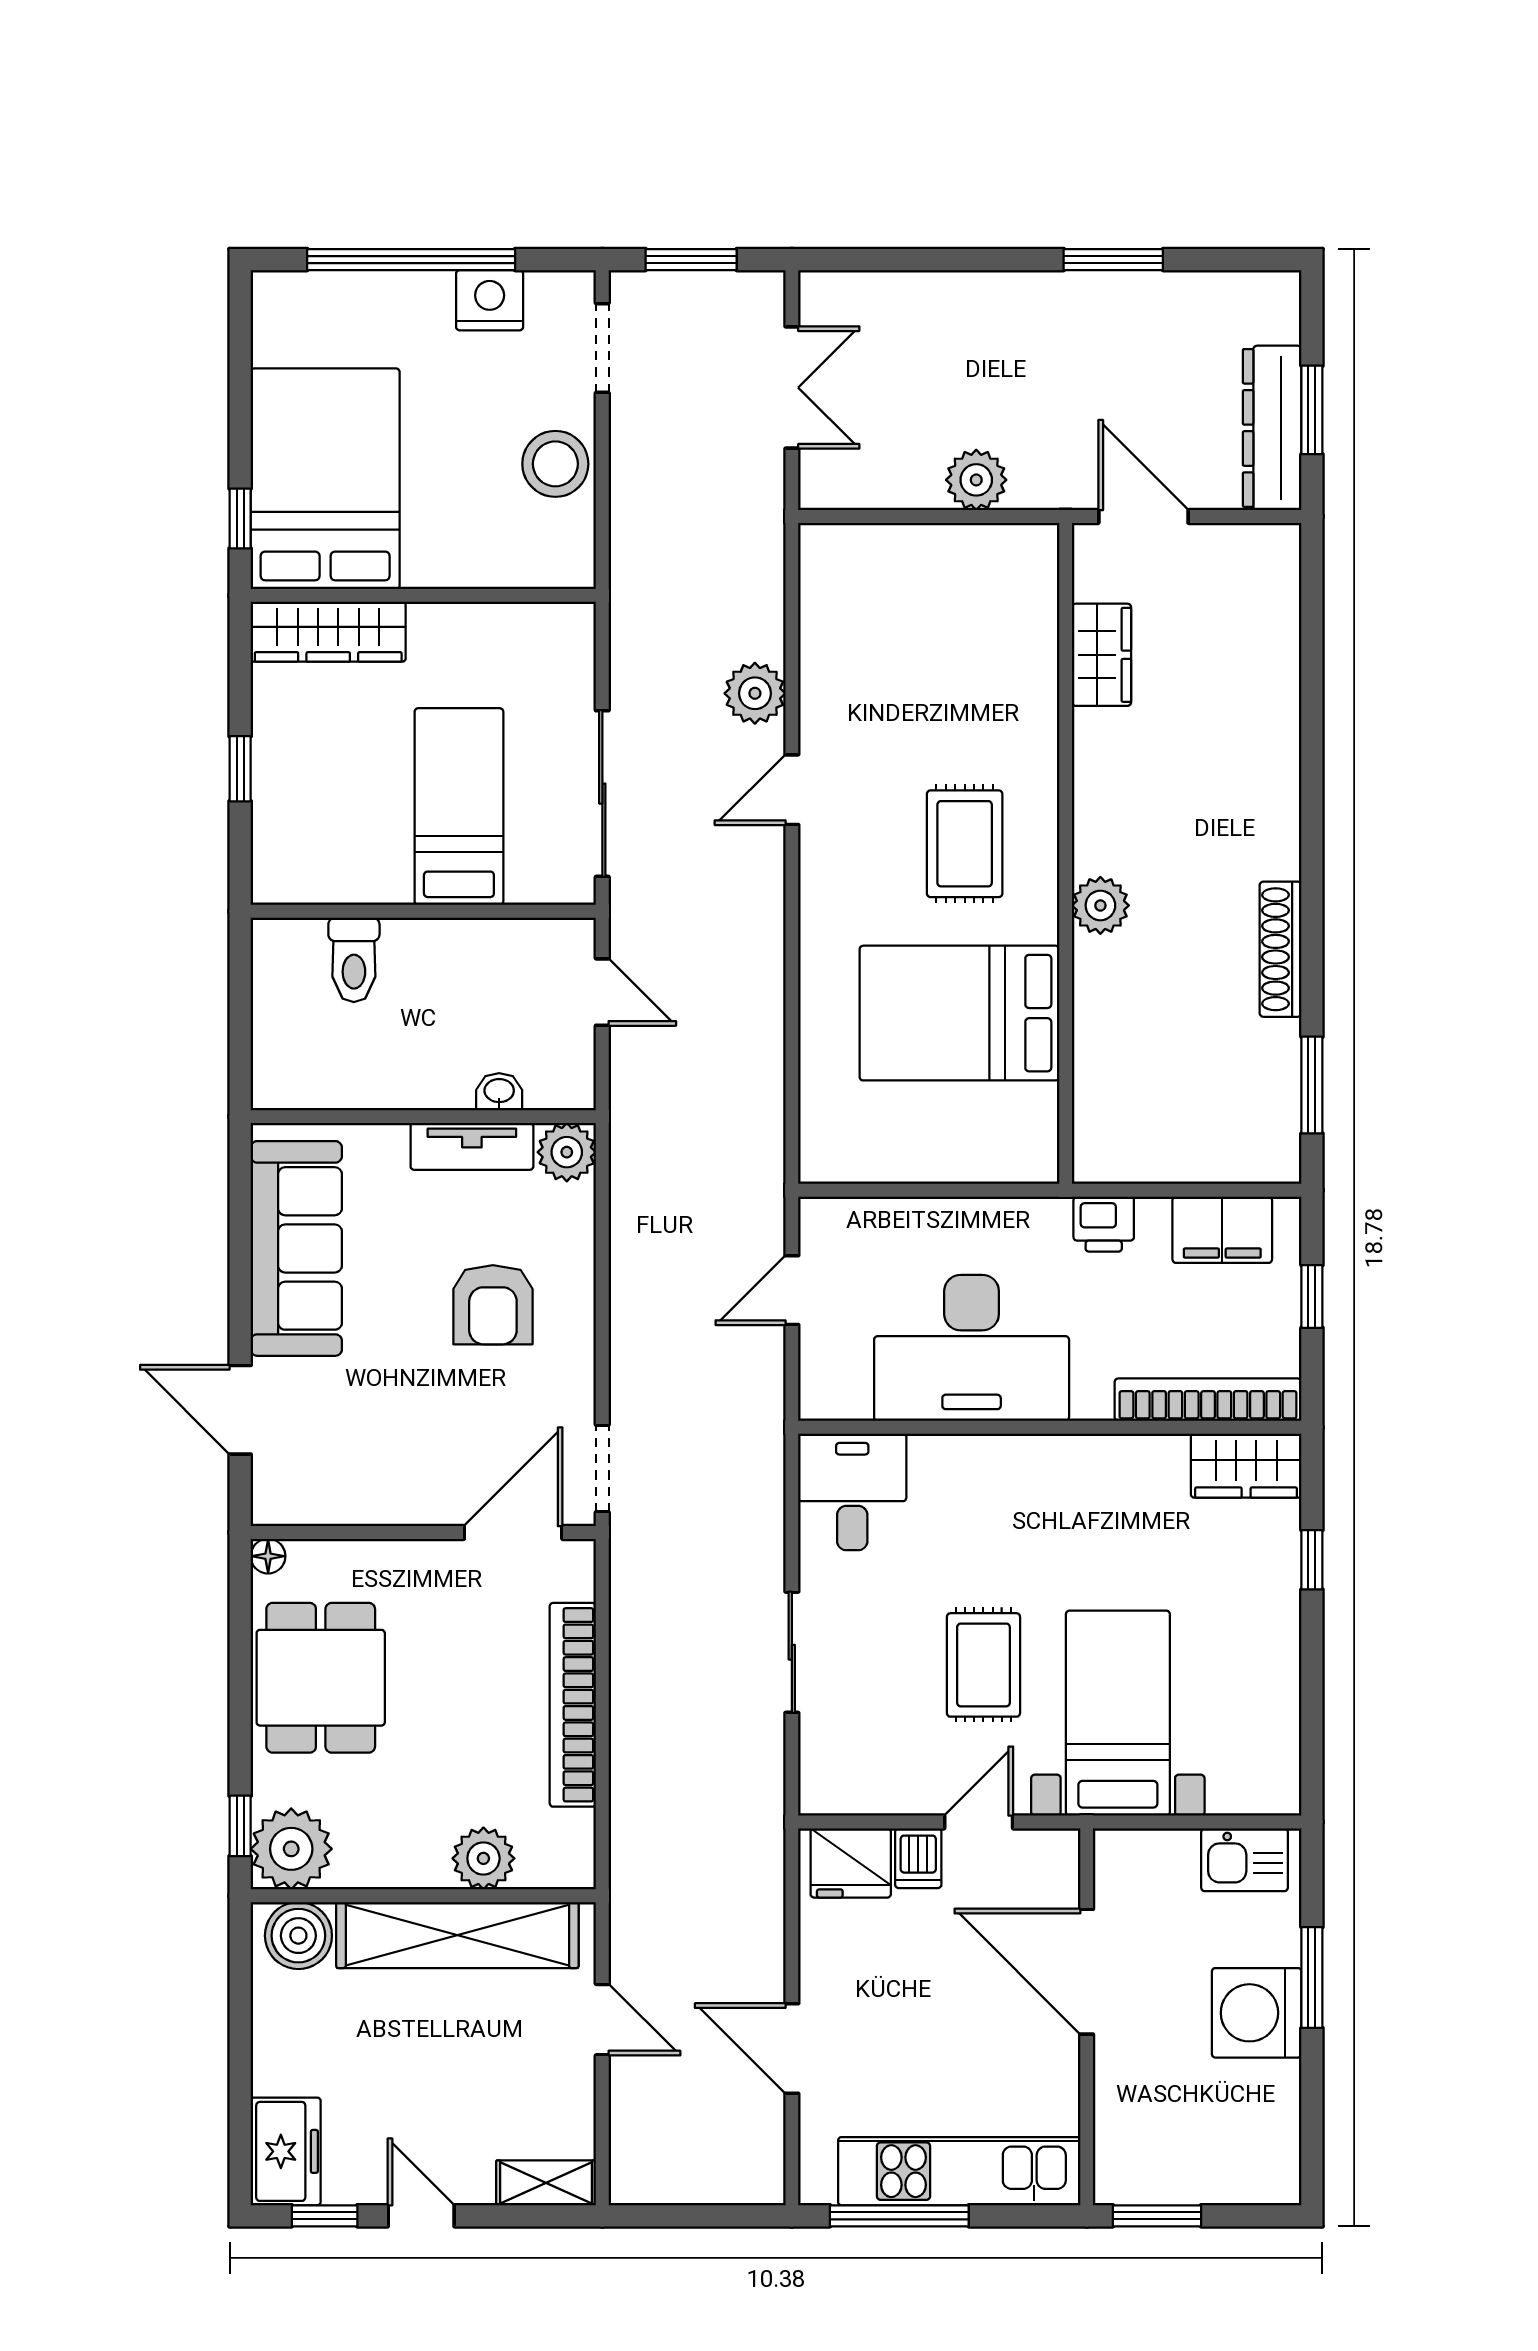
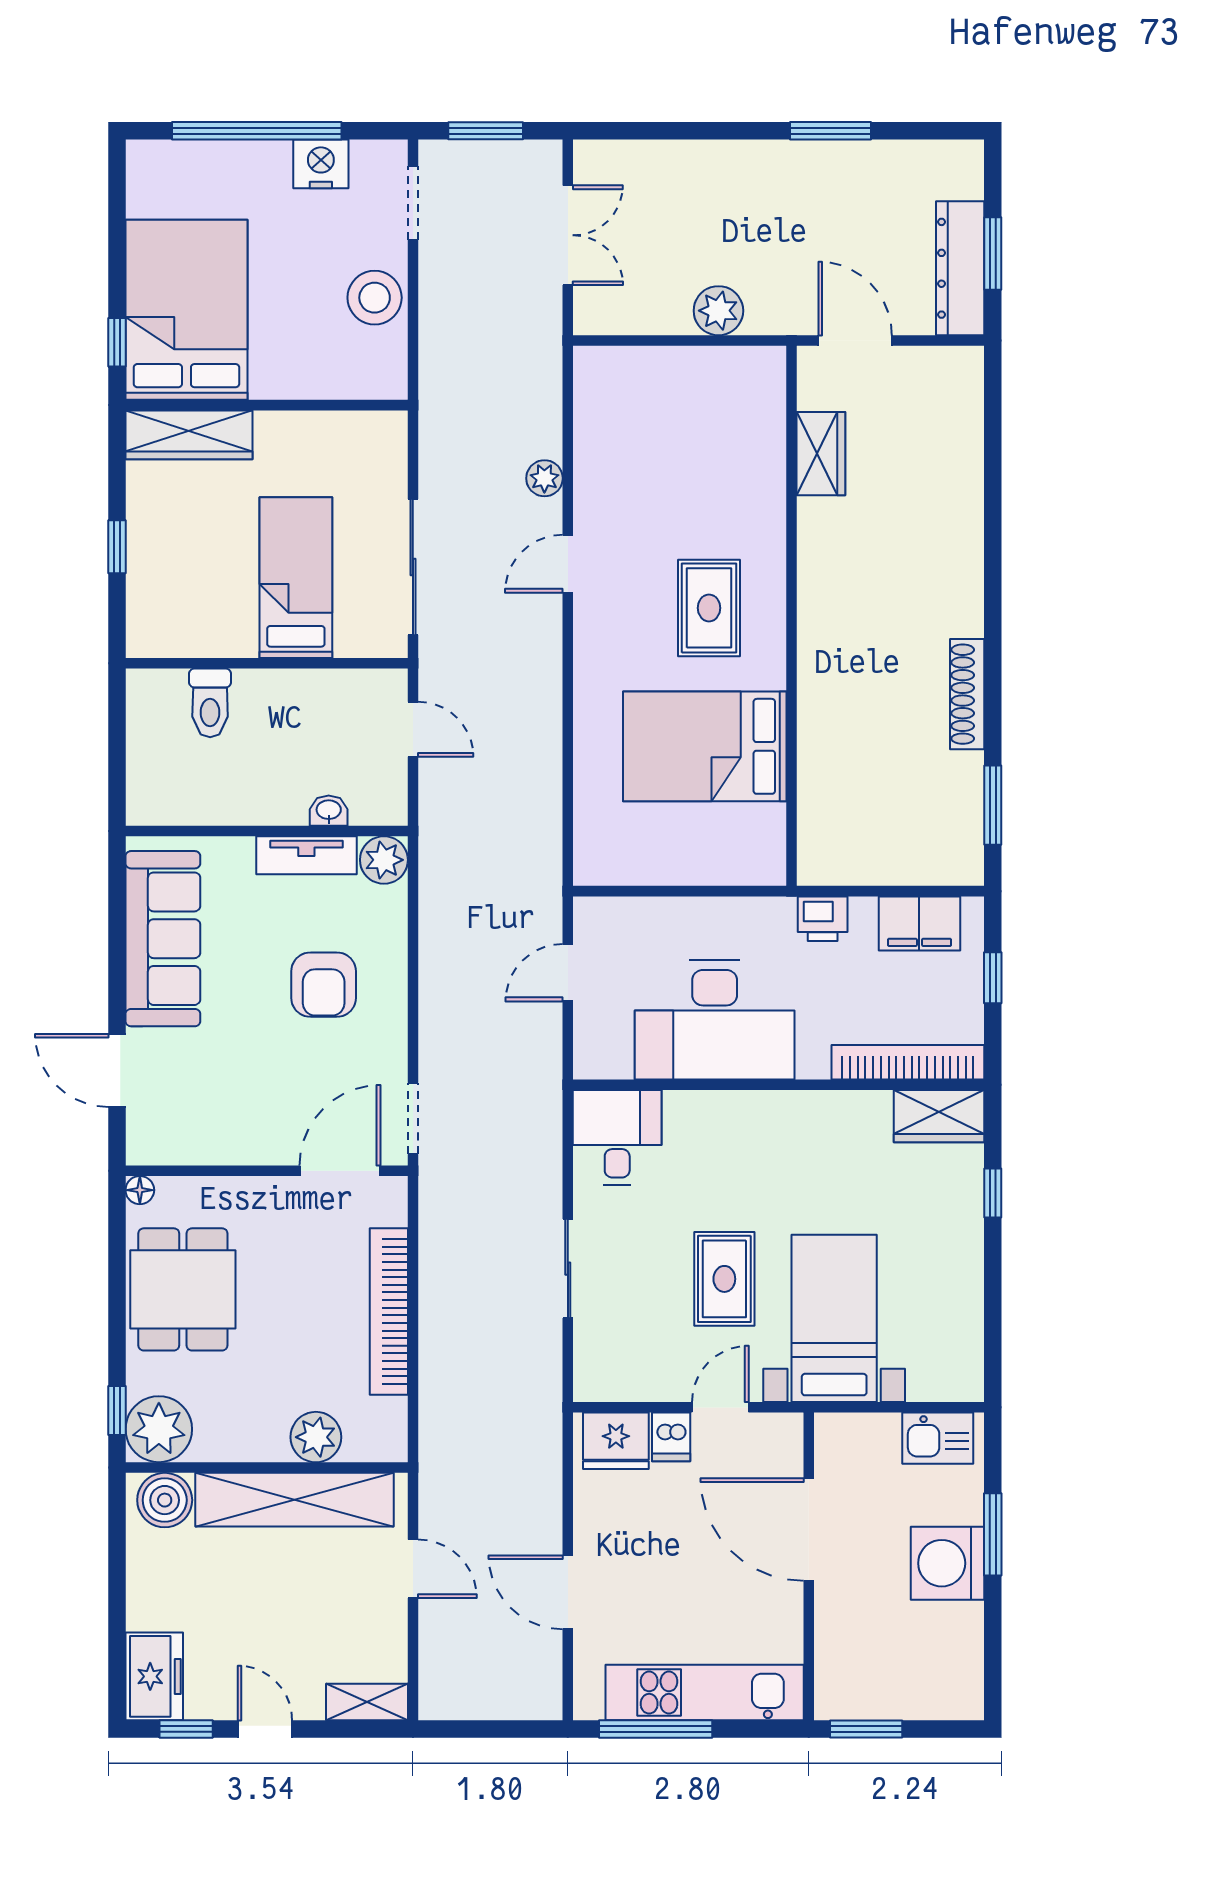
plant: (755, 693) -> (544, 478), width x0.73, depth x0.73
plant: (1100, 905) -> (820, 658), removed

